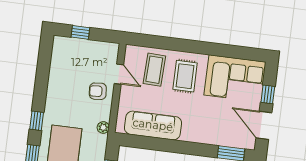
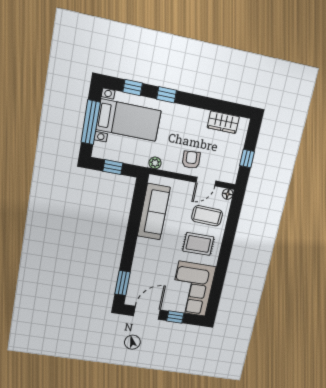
window: (80, 32) -> (247, 159), moved
floor lamp: (131, 50) -> (228, 194), added
wardrobe: (59, 62) -> (223, 122), added

